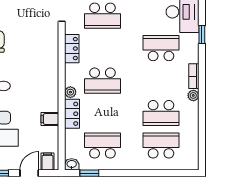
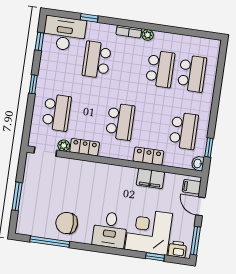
plant: (70, 92) -> (64, 146), moved
filing cabinet: (50, 119) -> (150, 179), width x2.00
school desk: (102, 146) -> (184, 131), turned 180
school desk: (161, 146) -> (192, 74), turned 180

